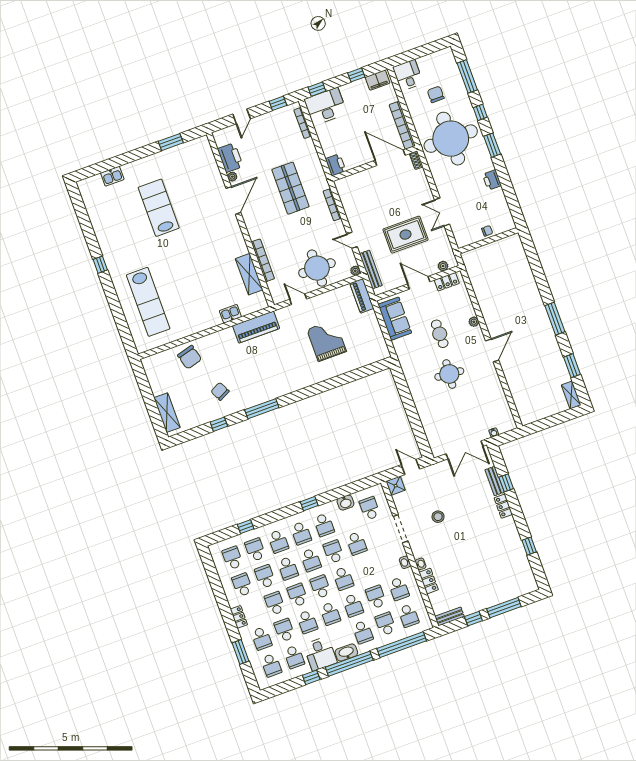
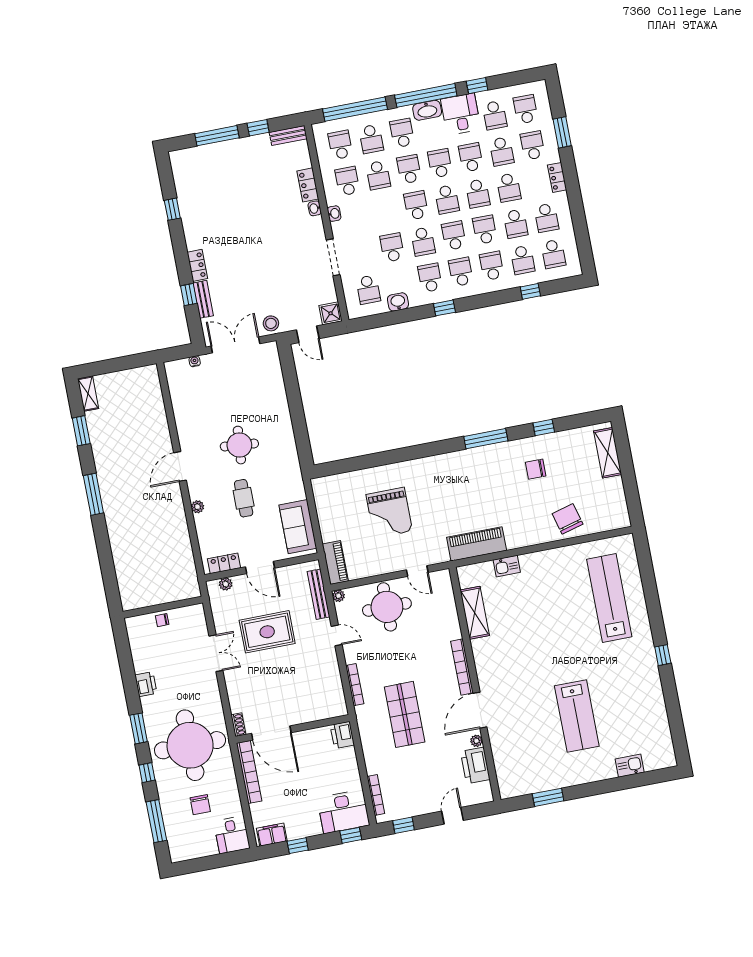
bookcase: (263, 260) -> (462, 667), moved
chair: (220, 391) -> (536, 469), turned 117
stool: (438, 517) -> (271, 323), moved
school desk: (294, 657) -> (495, 115), turned 180

